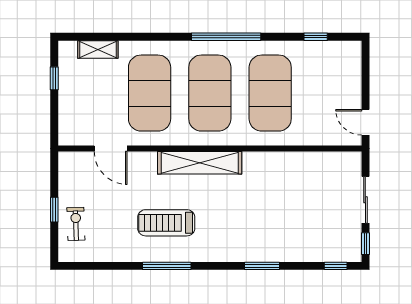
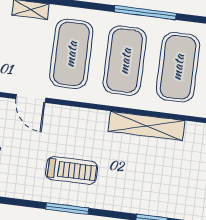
shelving: (200, 163) -> (146, 126), moved
treadmill: (166, 223) -> (72, 170), turned 180

